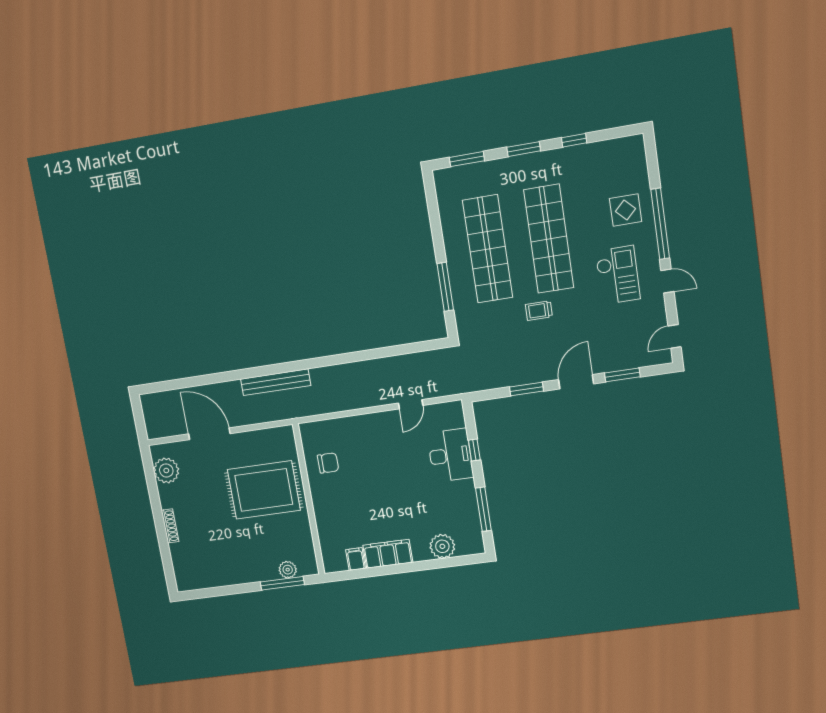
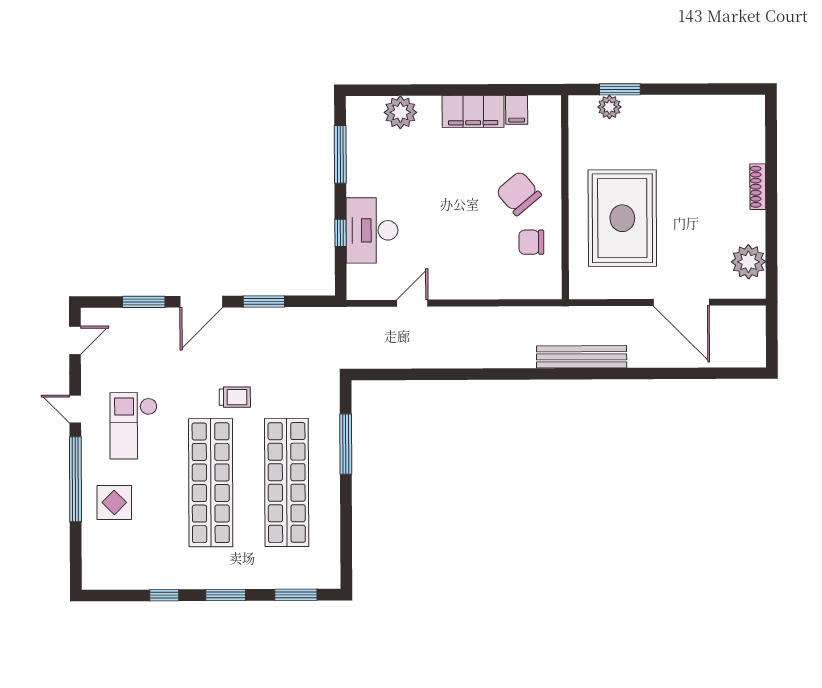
rug: (264, 490) -> (622, 218), turned 90
chair: (344, 498) -> (519, 193), added
window: (282, 583) -> (620, 89), width x0.69

